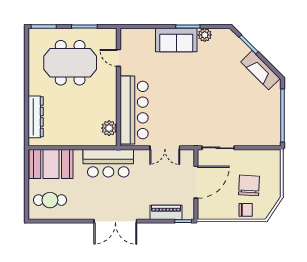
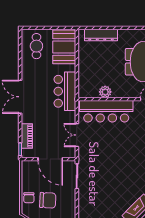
plant: (109, 128) -> (105, 92), moved

